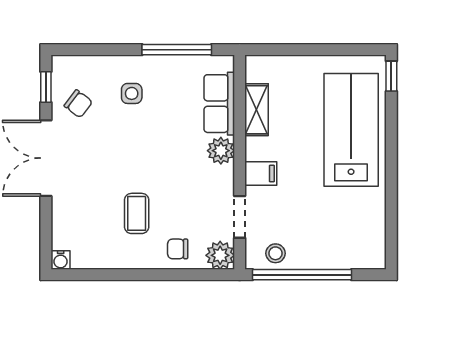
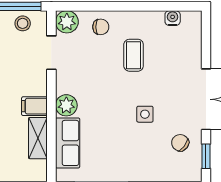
side table: (132, 93) -> (145, 114), moved
filing cabinet: (261, 173) -> (34, 106), moved
water cooler: (61, 260) -> (173, 18), moved

